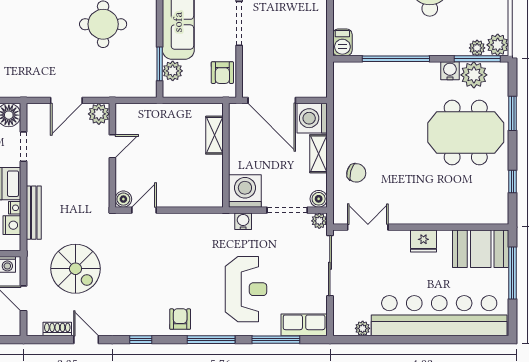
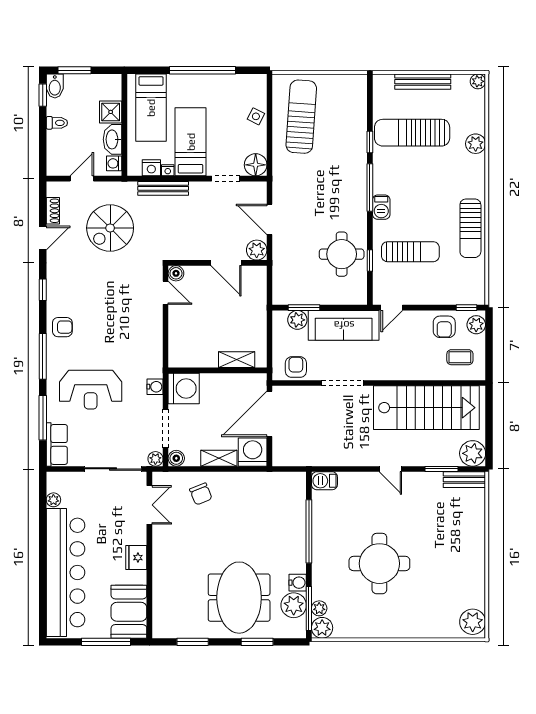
armchair: (222, 73) -> (296, 367), turned 90
door: (112, 146) -> (226, 263), width x1.38
chair: (356, 173) -> (201, 494), turned -38
window: (512, 182) -> (193, 642), width x1.50

